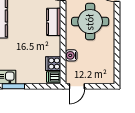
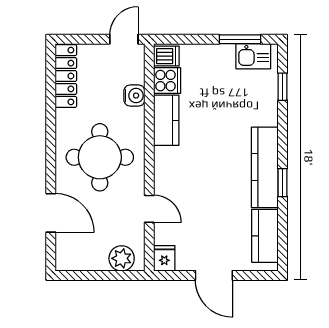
kitchen counter: (54, 22) -> (166, 120), moved
locker: (109, 66) -> (66, 76), added

